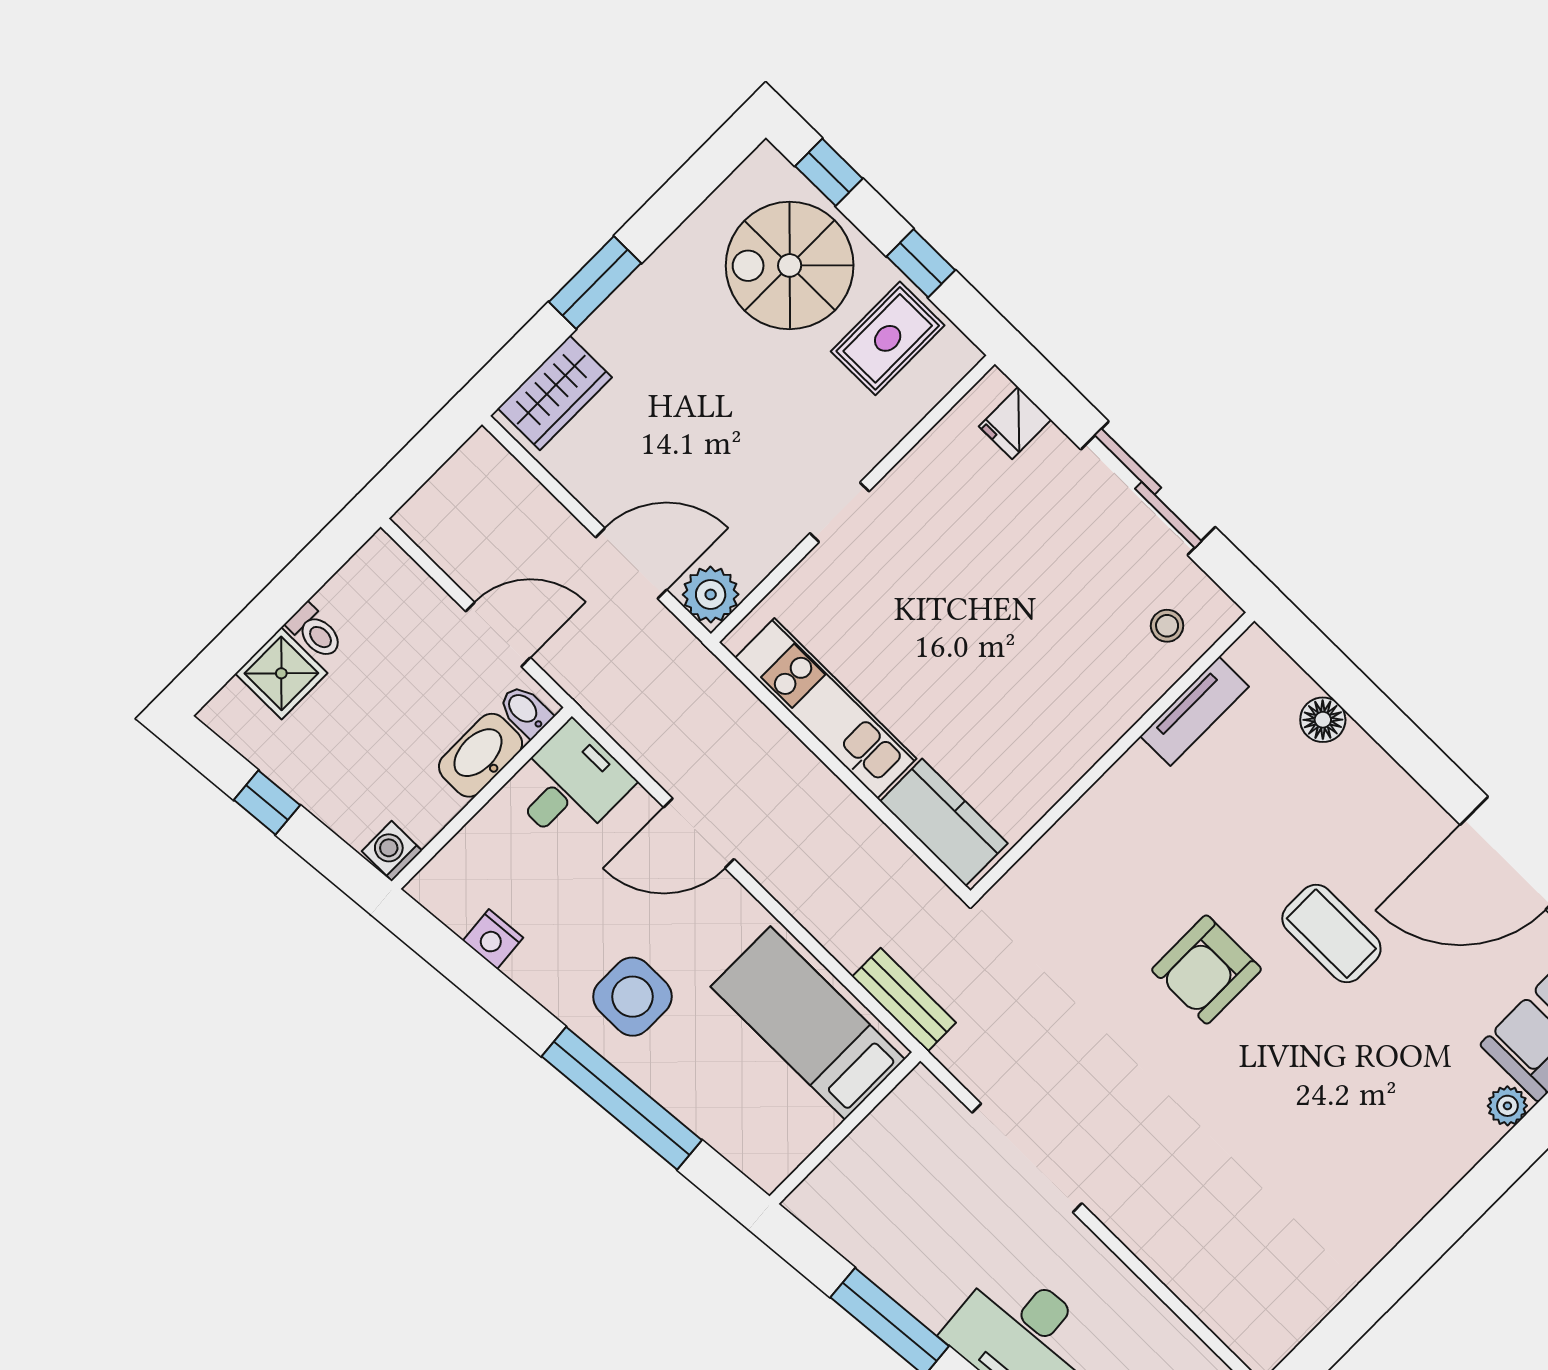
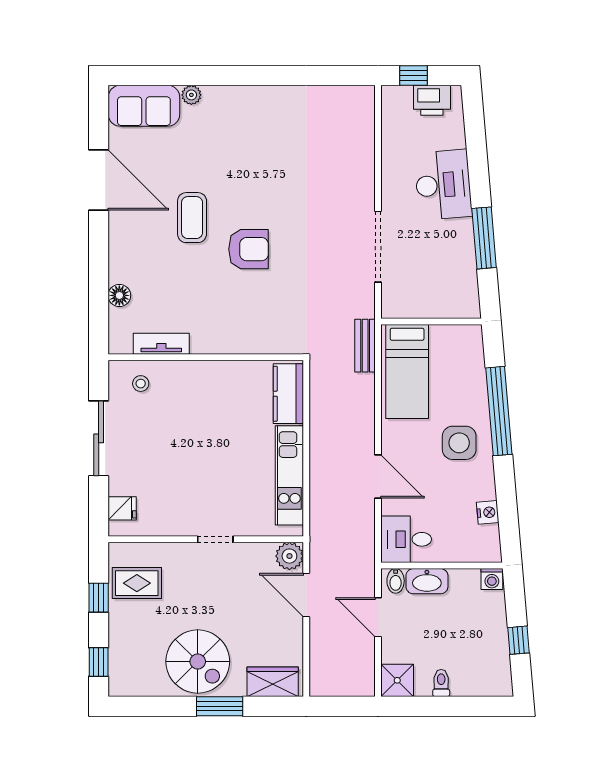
spiral stairs: (790, 265) -> (198, 661), moved
shower: (281, 673) -> (397, 680), moved

